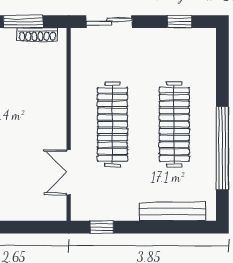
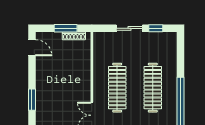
sliding door: (109, 22) -> (129, 28), moved

